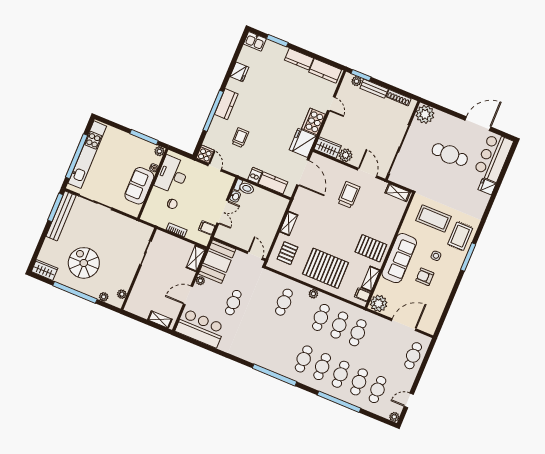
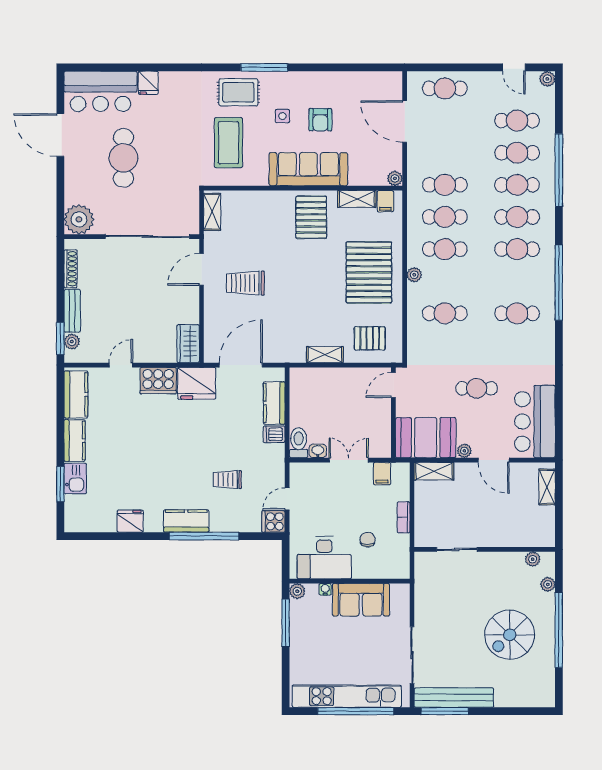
kitchen sink: (255, 41) -> (75, 478), moved
plant: (346, 155) -> (189, 312), removed
wardrobe: (45, 270) -> (544, 689), removed
plant: (379, 303) -> (395, 178), width x0.53, depth x0.53
cafe table: (267, 344) -> (517, 313), added

